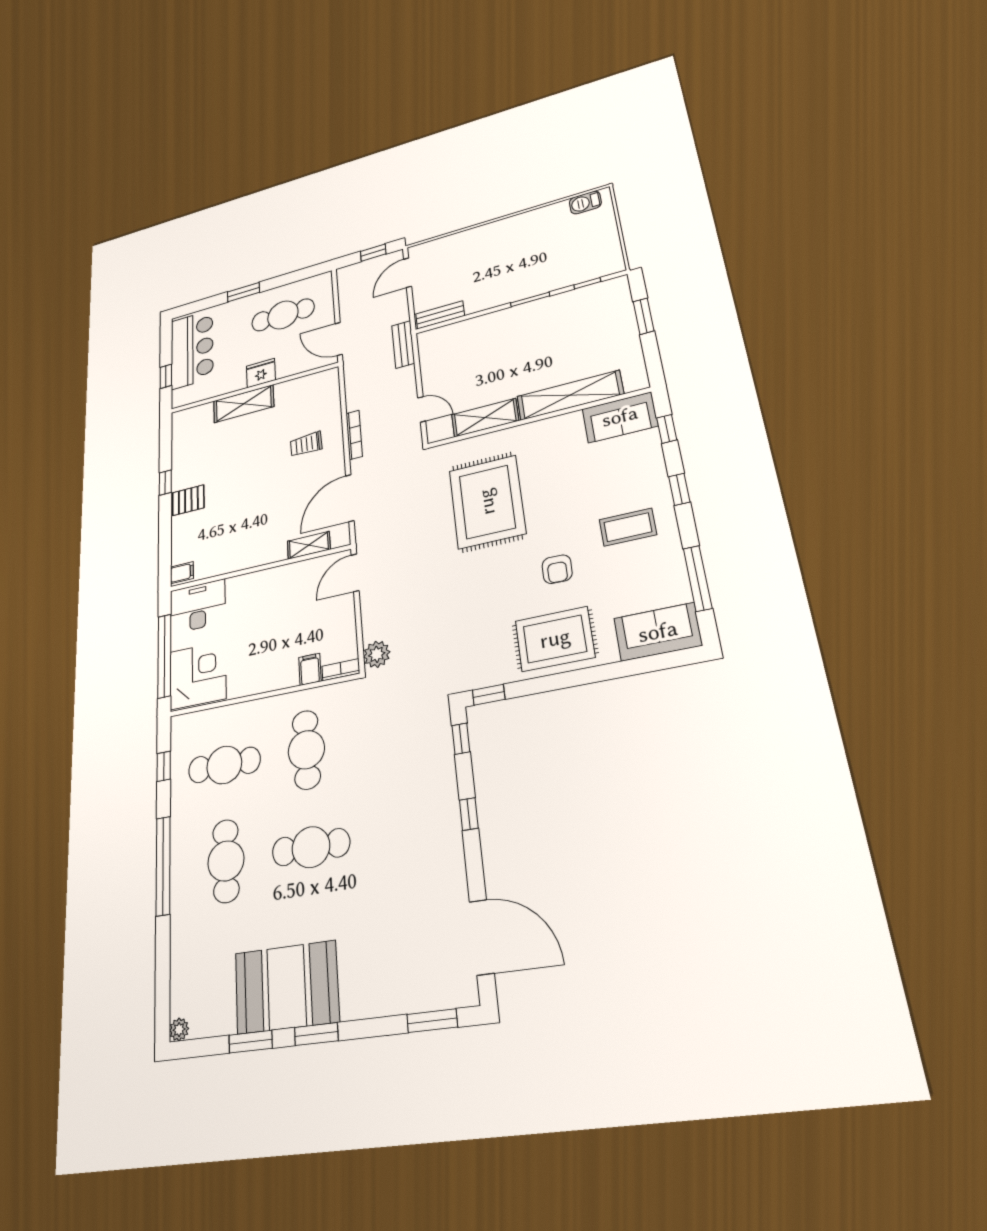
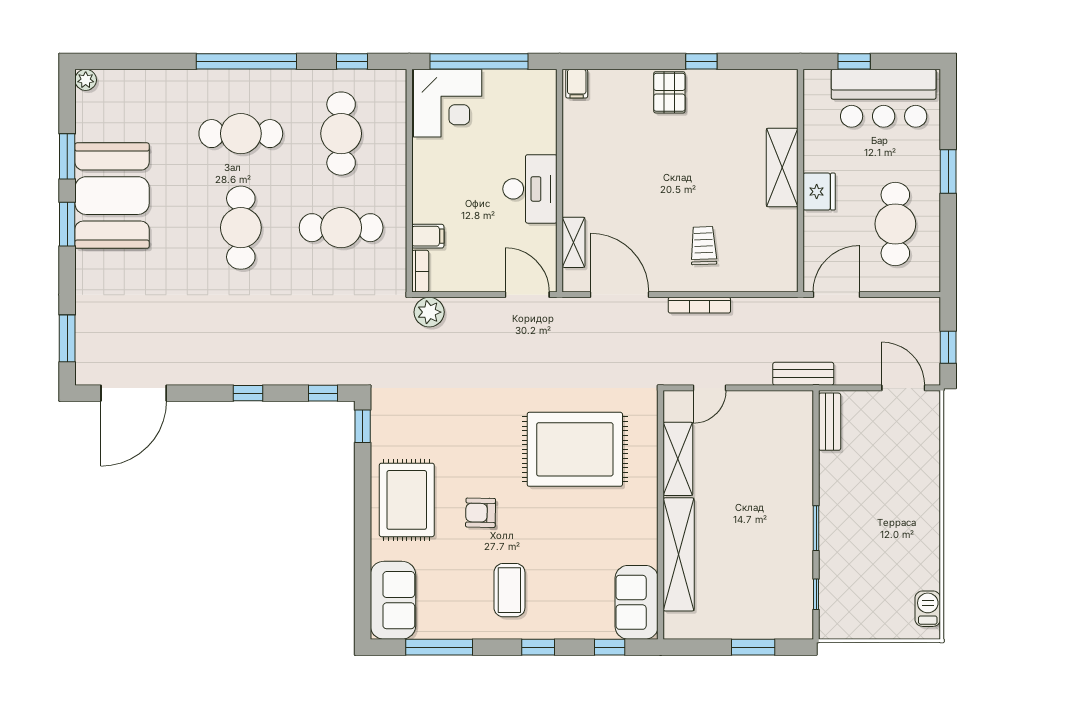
desk: (198, 606) -> (530, 189), moved

